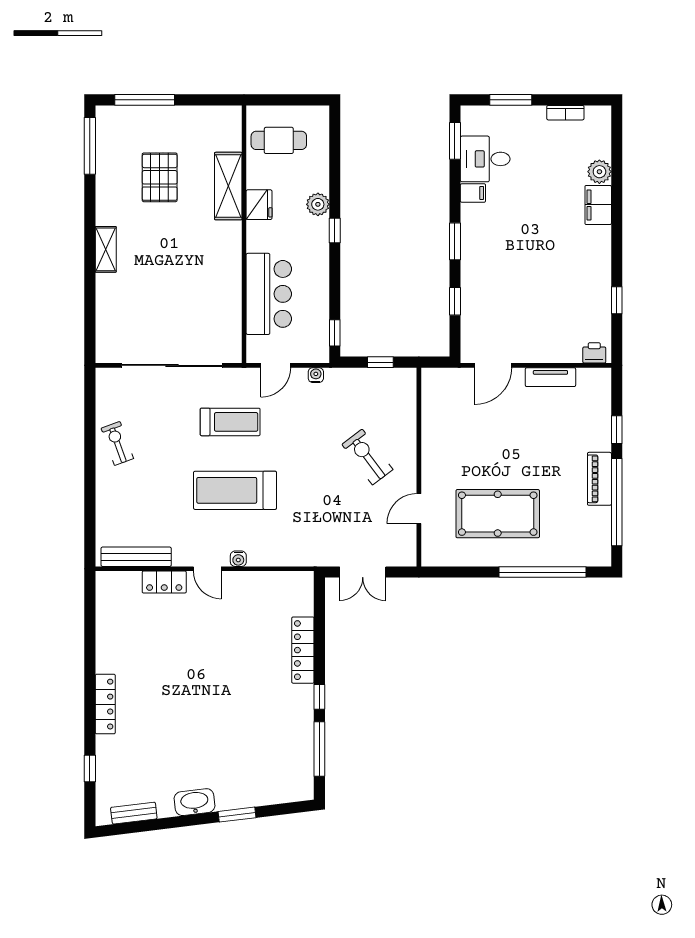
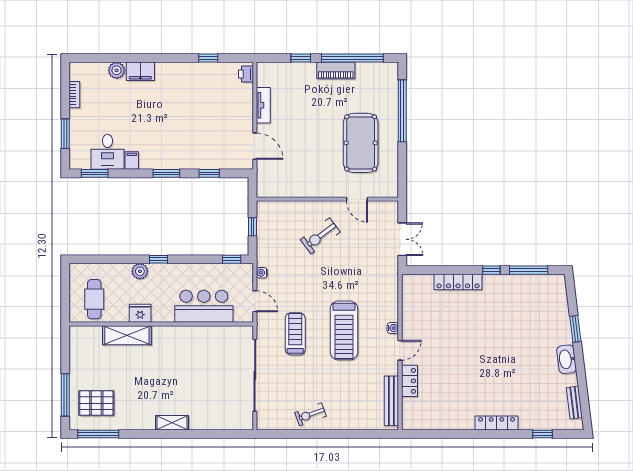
pallet: (160, 177) -> (96, 403), moved

